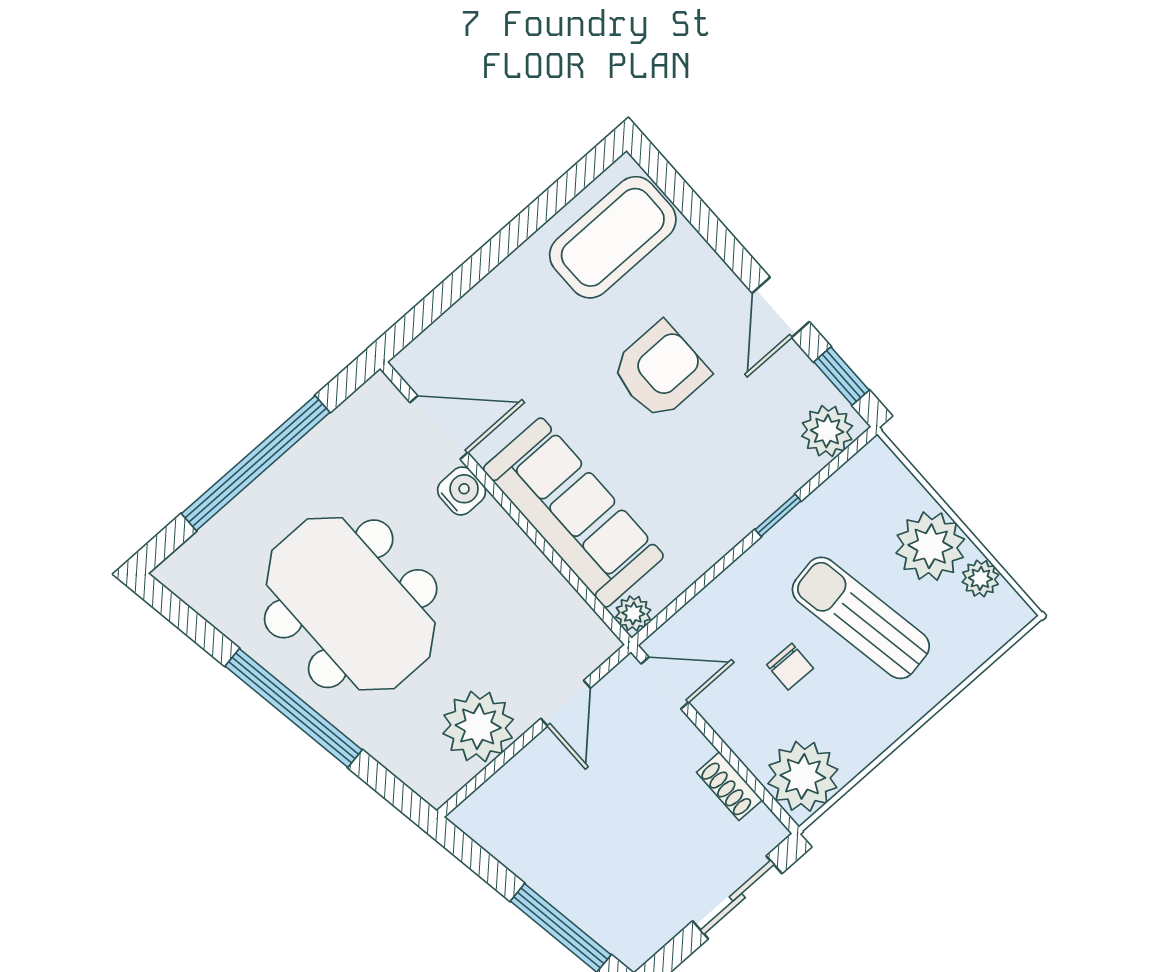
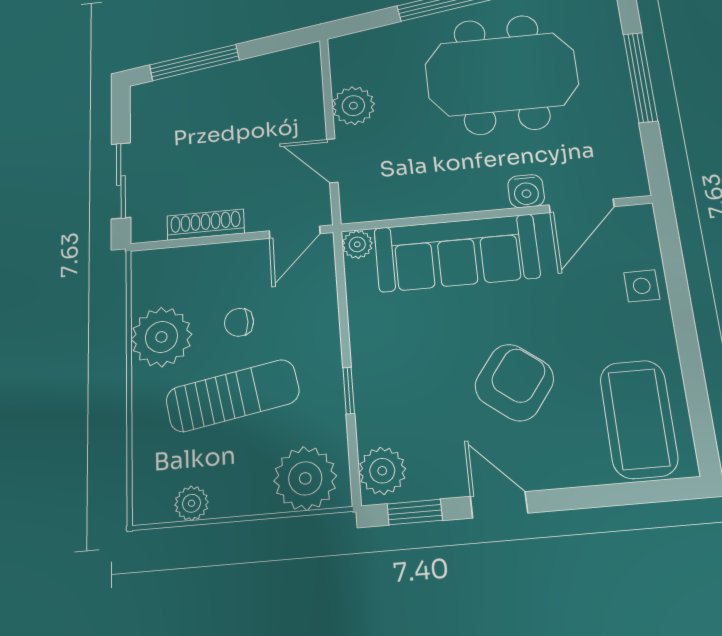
side table: (481, 317) -> (642, 286), added
armchair: (660, 371) -> (514, 382), turned -143
window: (256, 463) -> (640, 77), width x0.68
plant: (930, 546) -> (305, 478), moved
plant: (478, 726) -> (353, 106), width x0.73, depth x0.73
plant: (803, 776) -> (161, 337), moved
shoe rack: (729, 786) -> (206, 225), width x1.43

